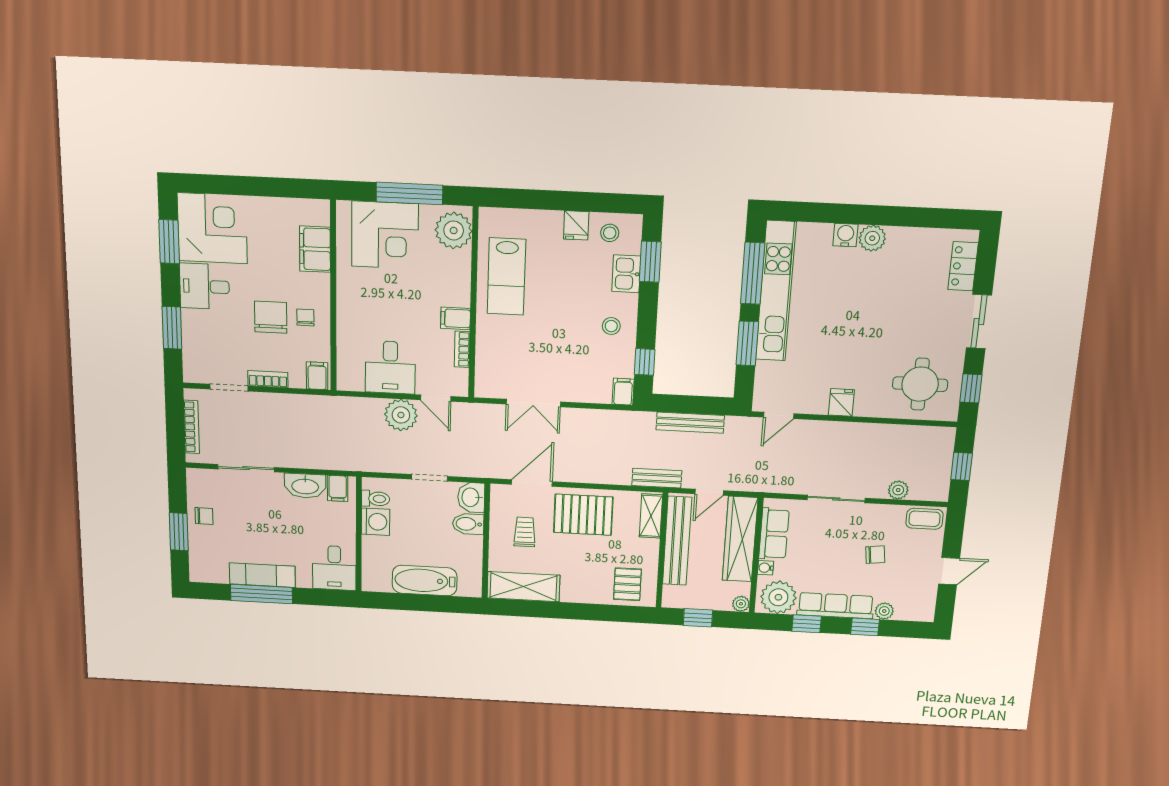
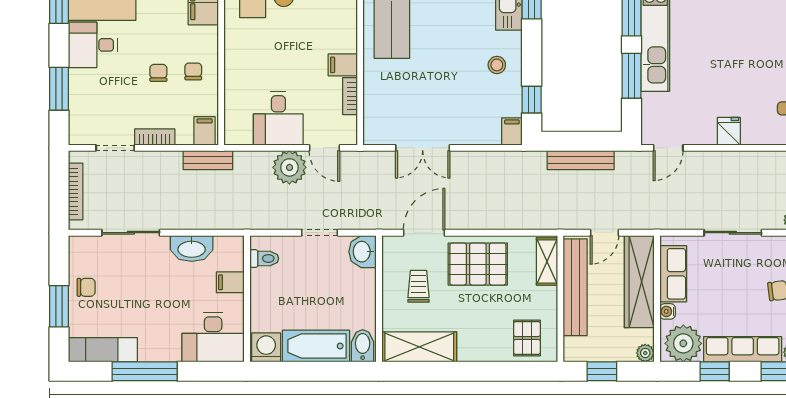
chair: (271, 317) -> (158, 73), width x0.54, depth x0.54
bench: (657, 478) -> (208, 160), moved
filing cabinet: (338, 488) -> (230, 282), moved, turned 90
washing machine: (375, 522) -> (266, 347), moved, turned -90
bidet: (468, 524) -> (363, 346), moved, turned 90
desk: (334, 568) -> (213, 337), width x1.37
exam couch: (262, 575) -> (103, 350), moved

